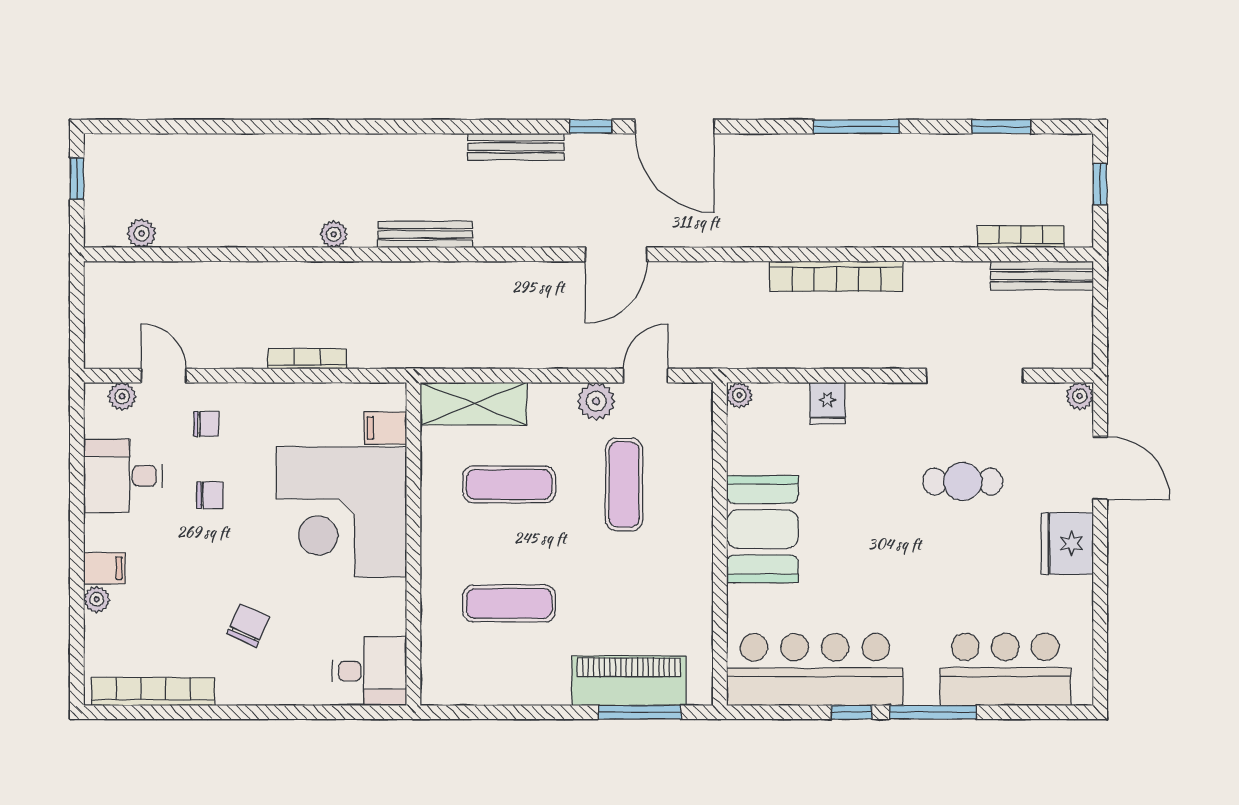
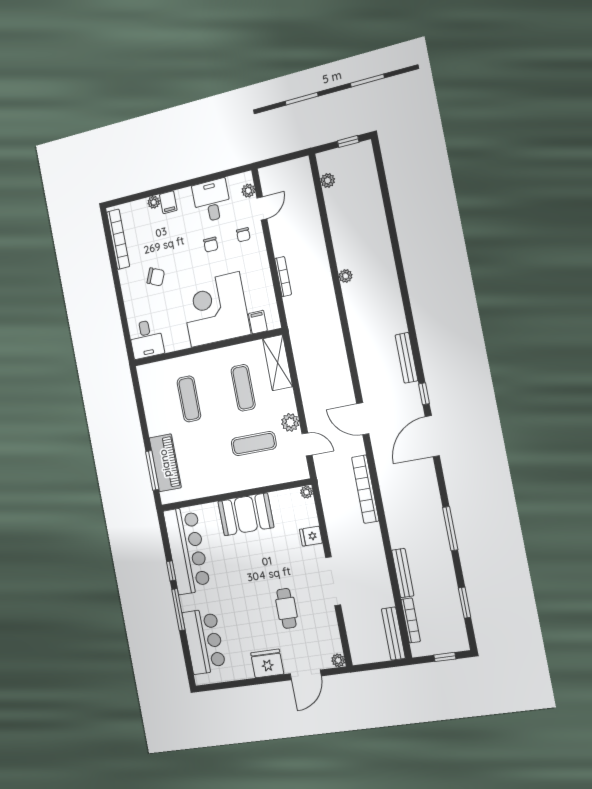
bench: (425, 234) -> (403, 573), moved
bookcase: (836, 276) -> (365, 489), moved
doorway: (975, 376) -> (333, 581), moved

